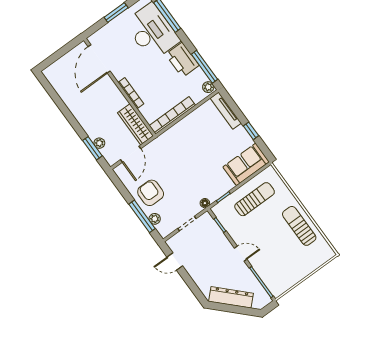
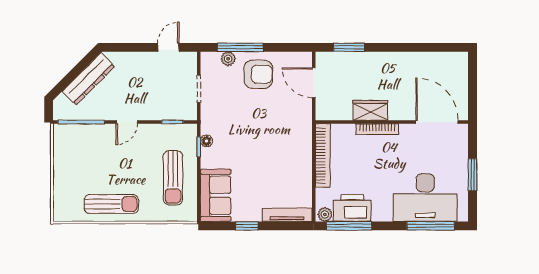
printer: (182, 60) -> (352, 208), moved
wardrobe: (135, 124) -> (370, 110), moved, width x0.67
plant: (99, 143) -> (349, 58), removed
floor lamp: (205, 203) -> (206, 141), moved

